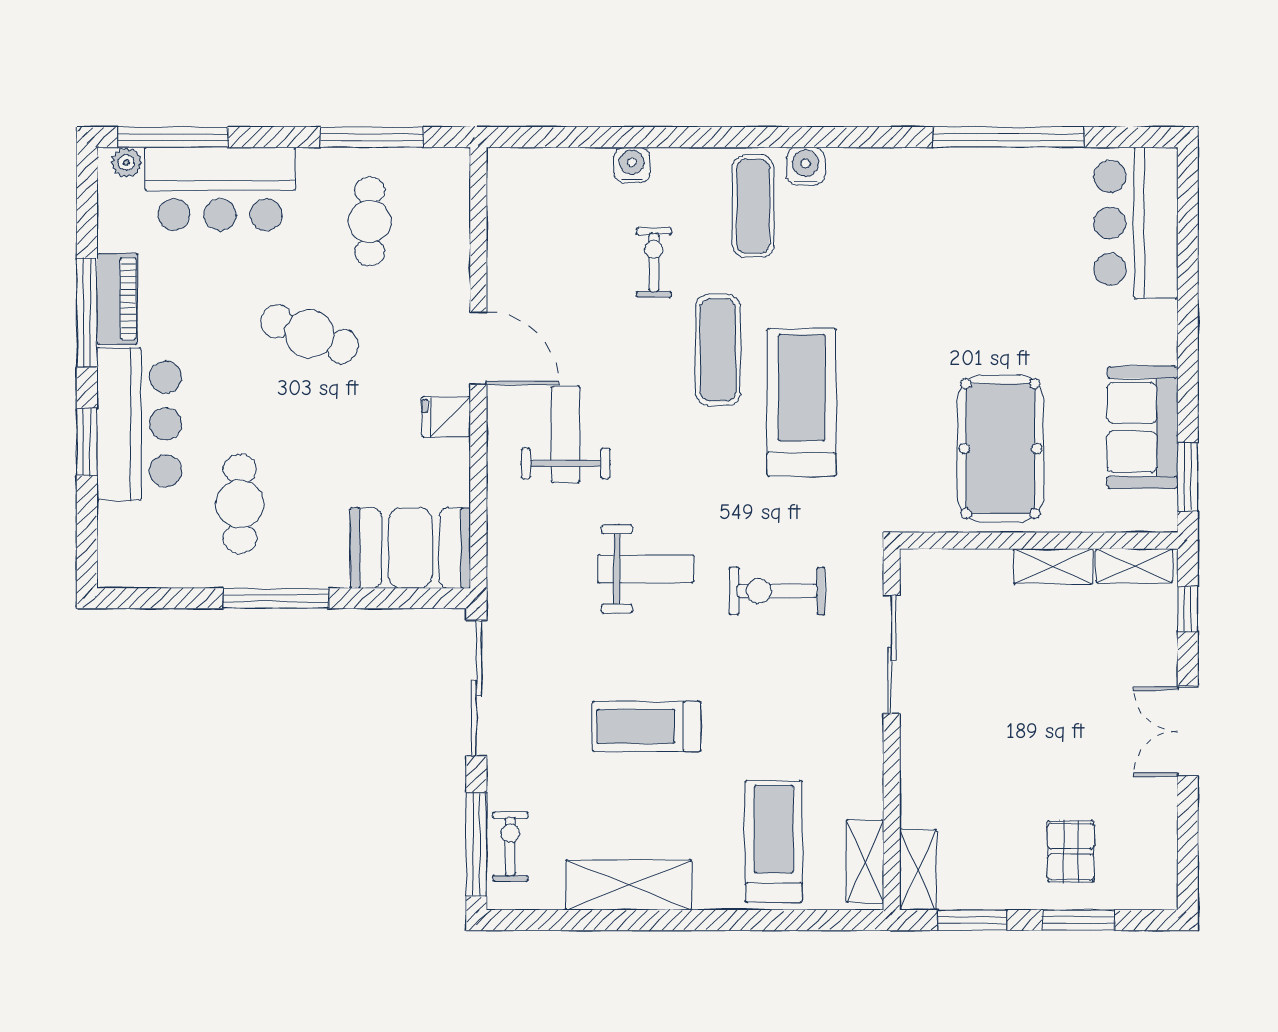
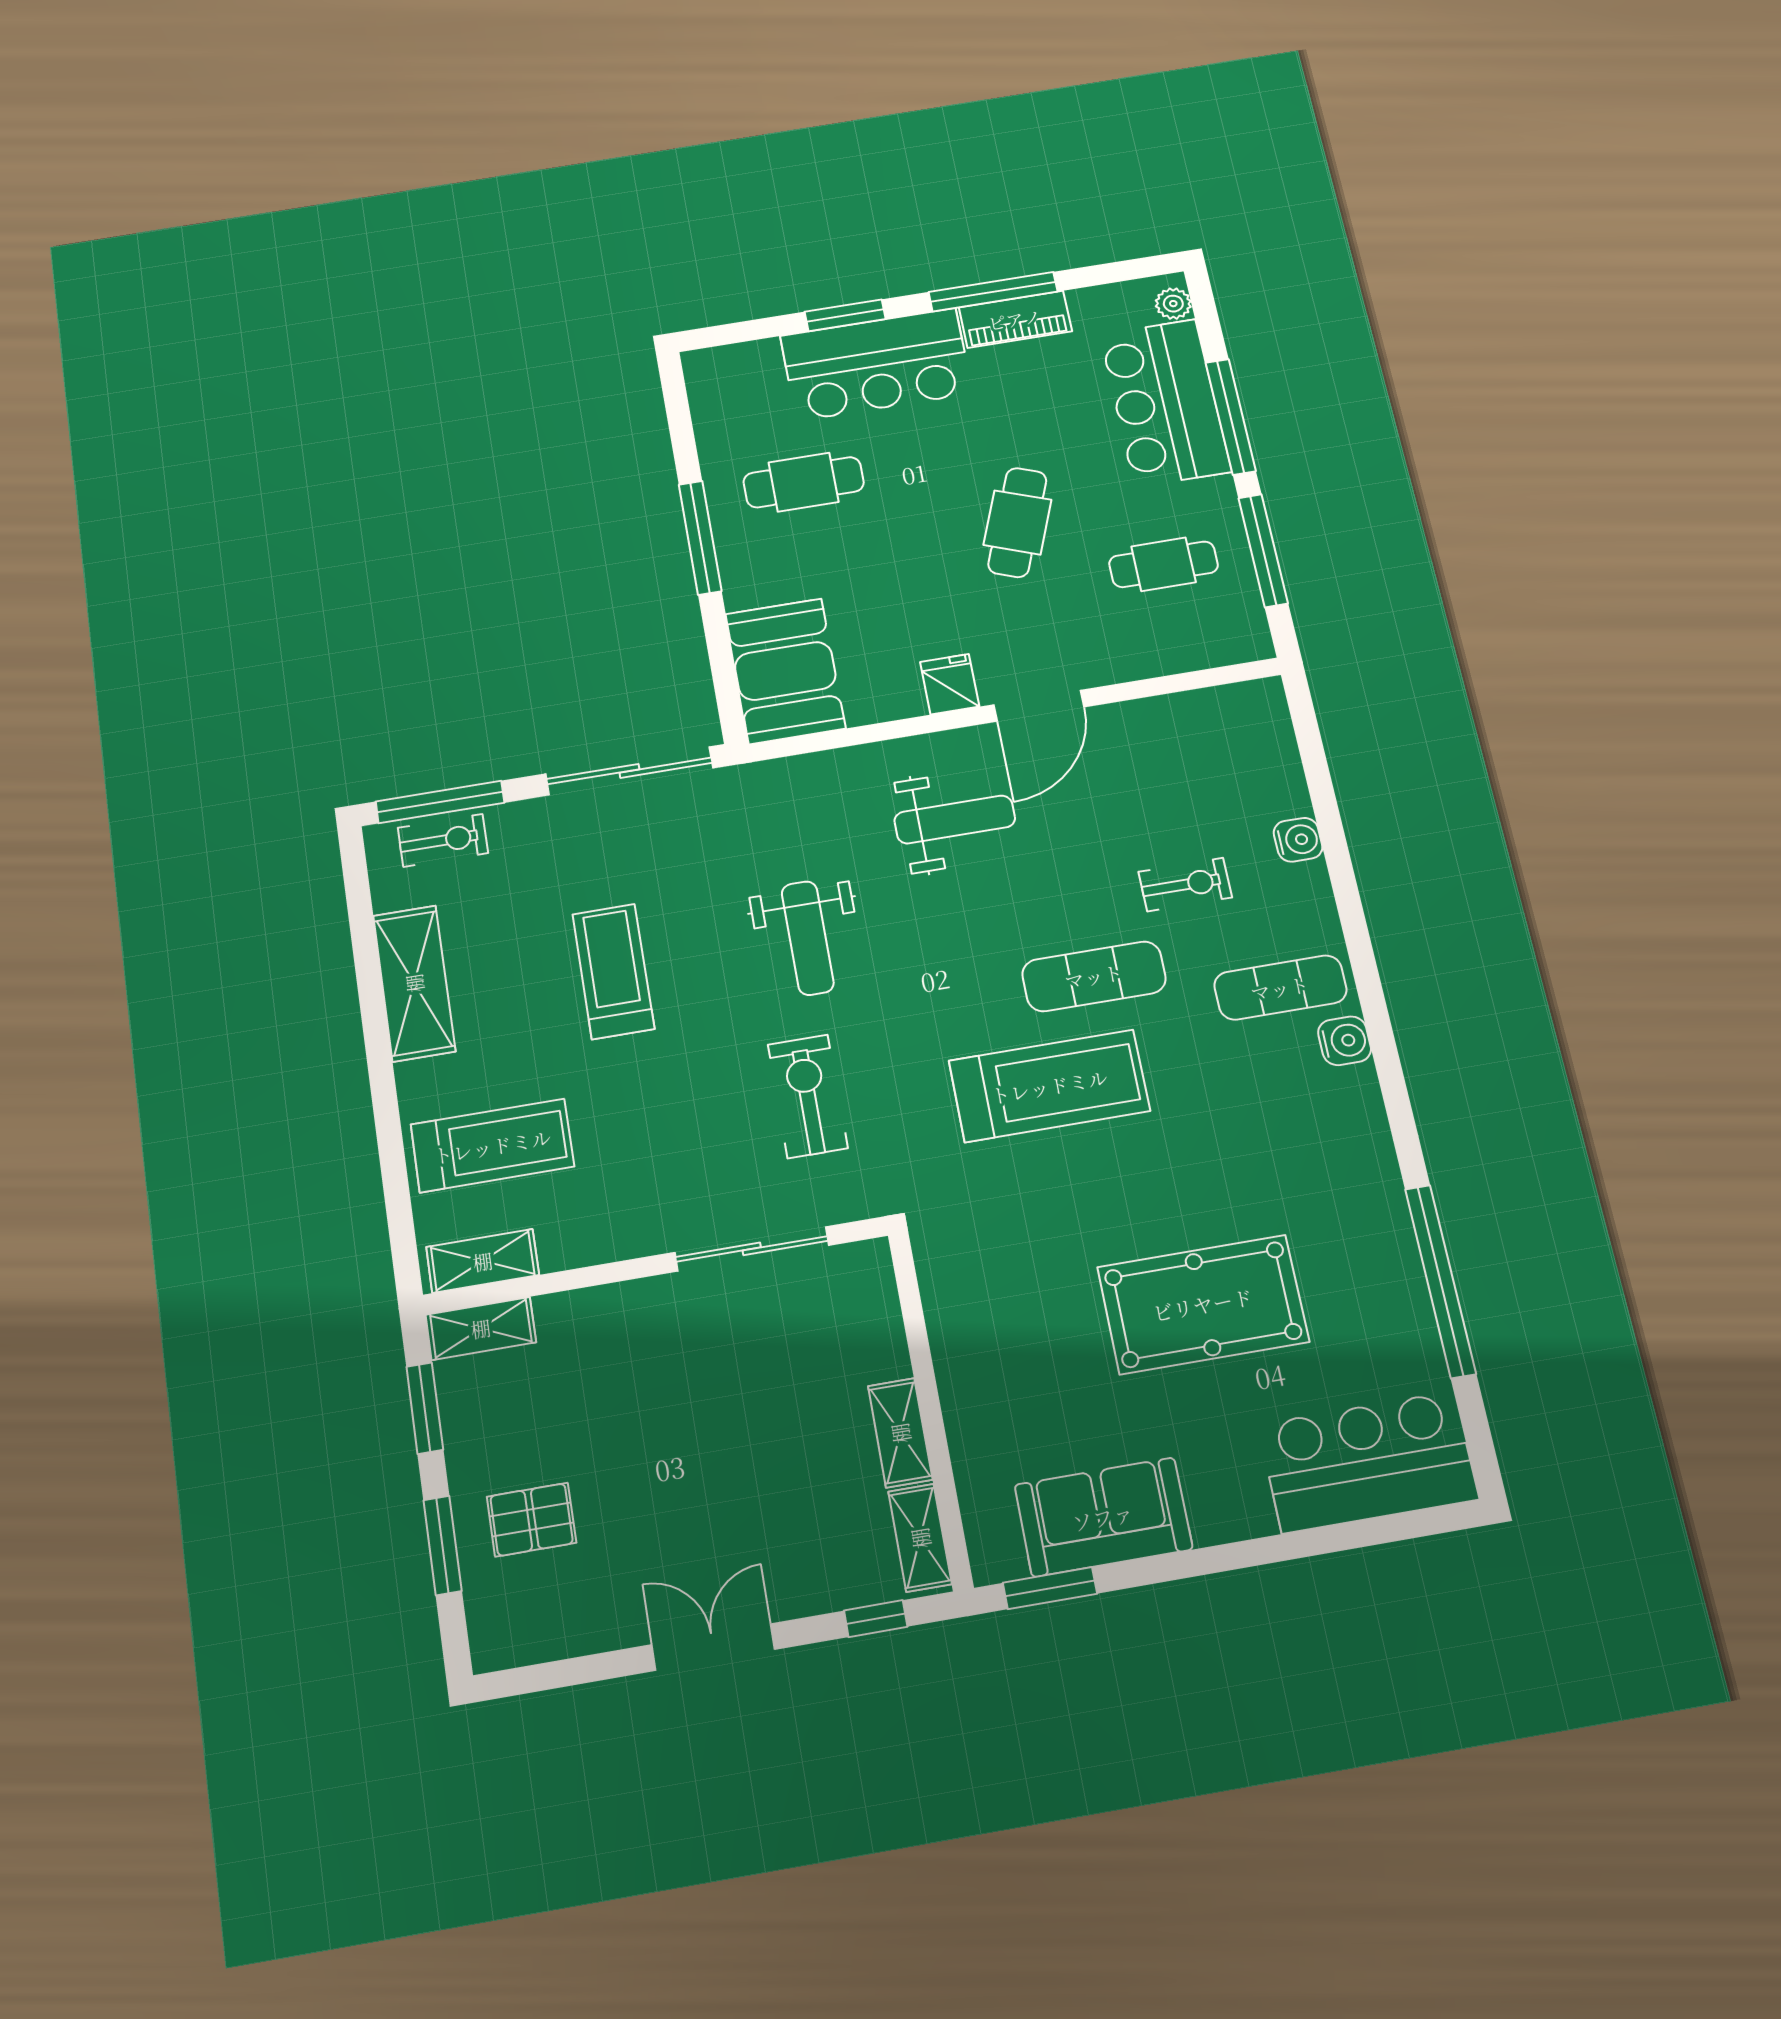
window: (173, 137) -> (1231, 417), moved
pool table: (1000, 449) -> (1203, 1304), moved

